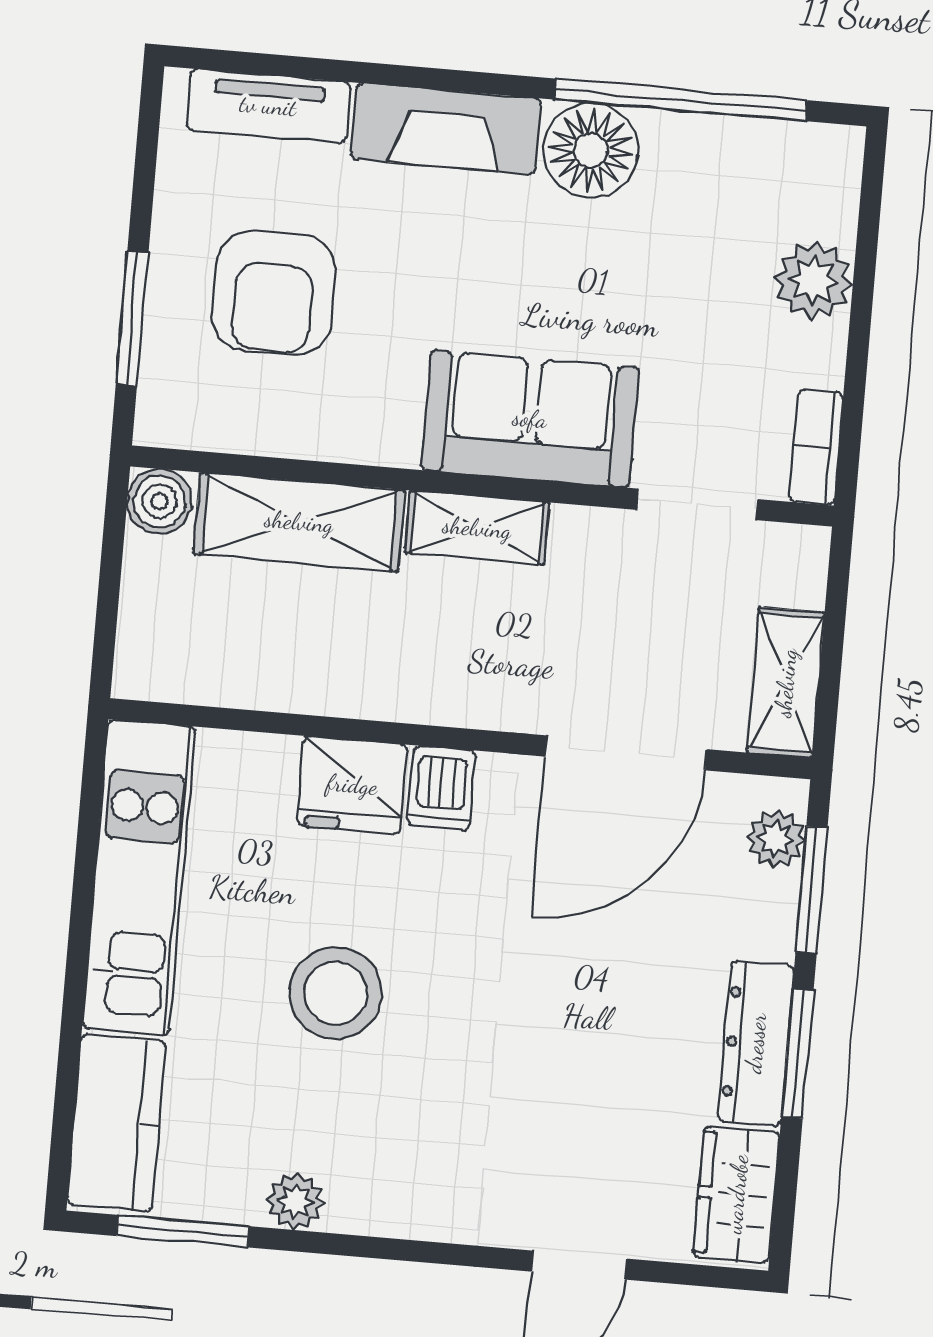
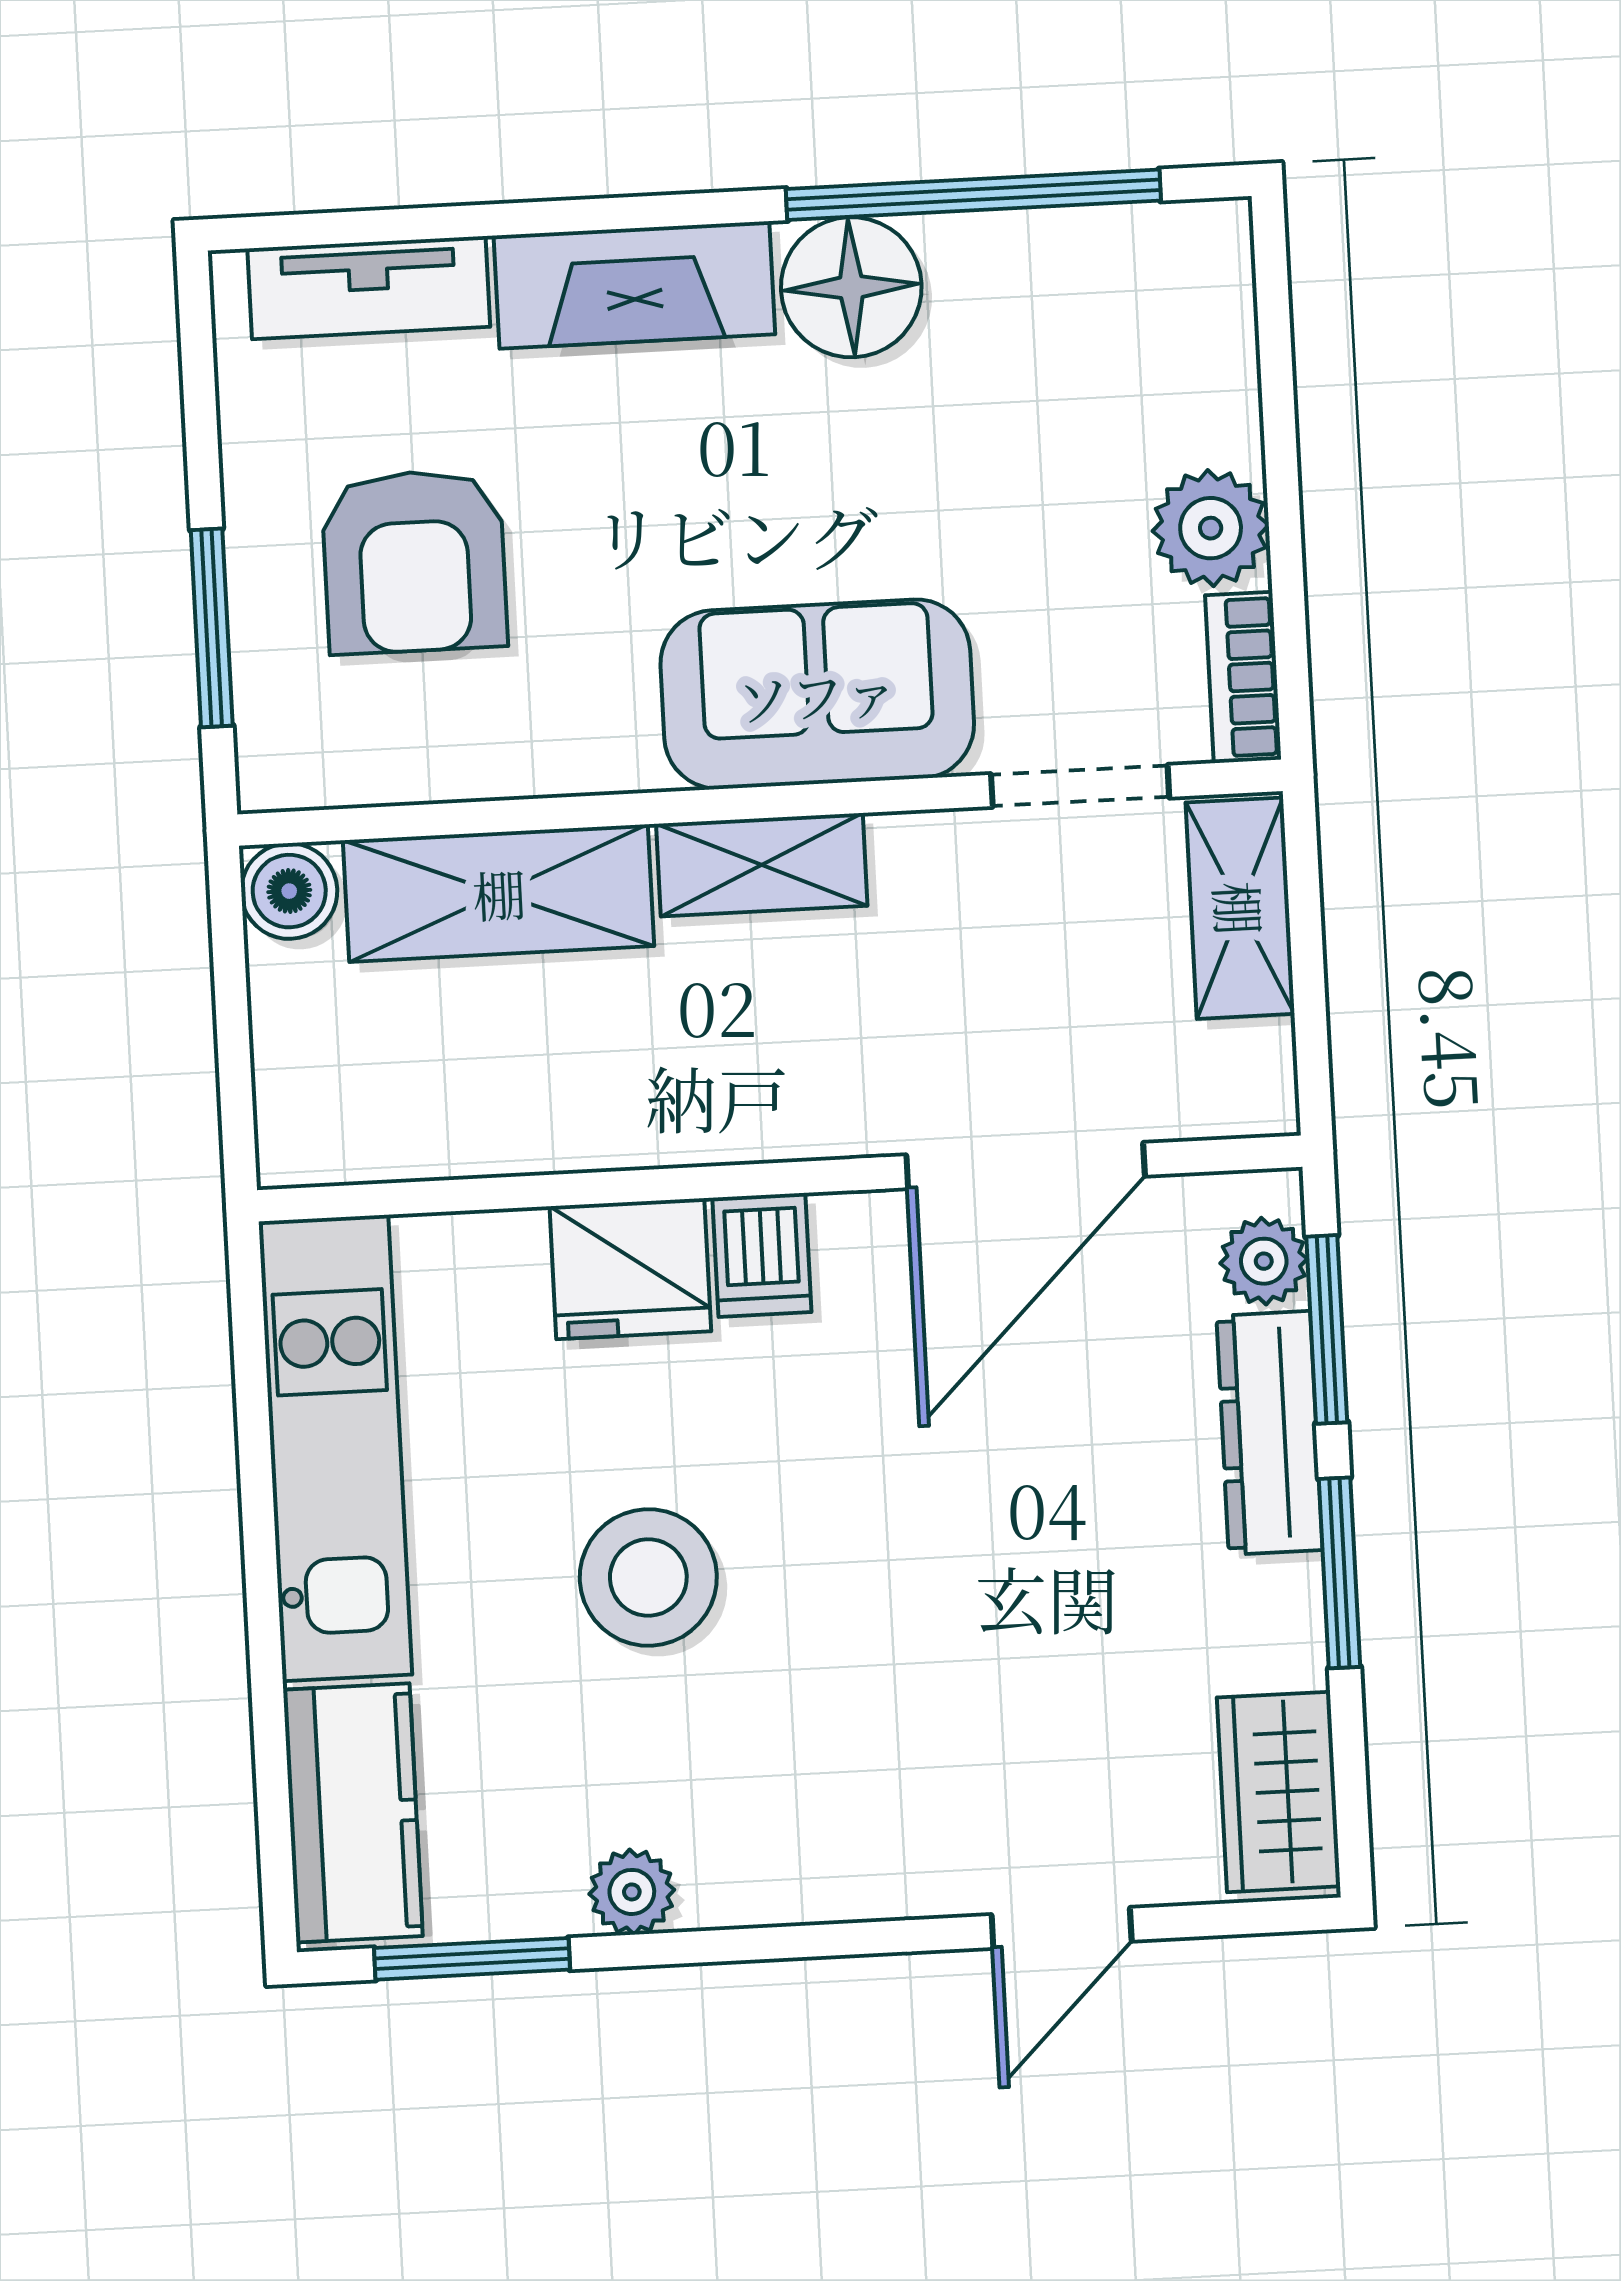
plant: (814, 281) -> (1211, 528), moved
shelving: (786, 683) -> (1240, 908), moved
dresser: (756, 1043) -> (1269, 1433), moved

